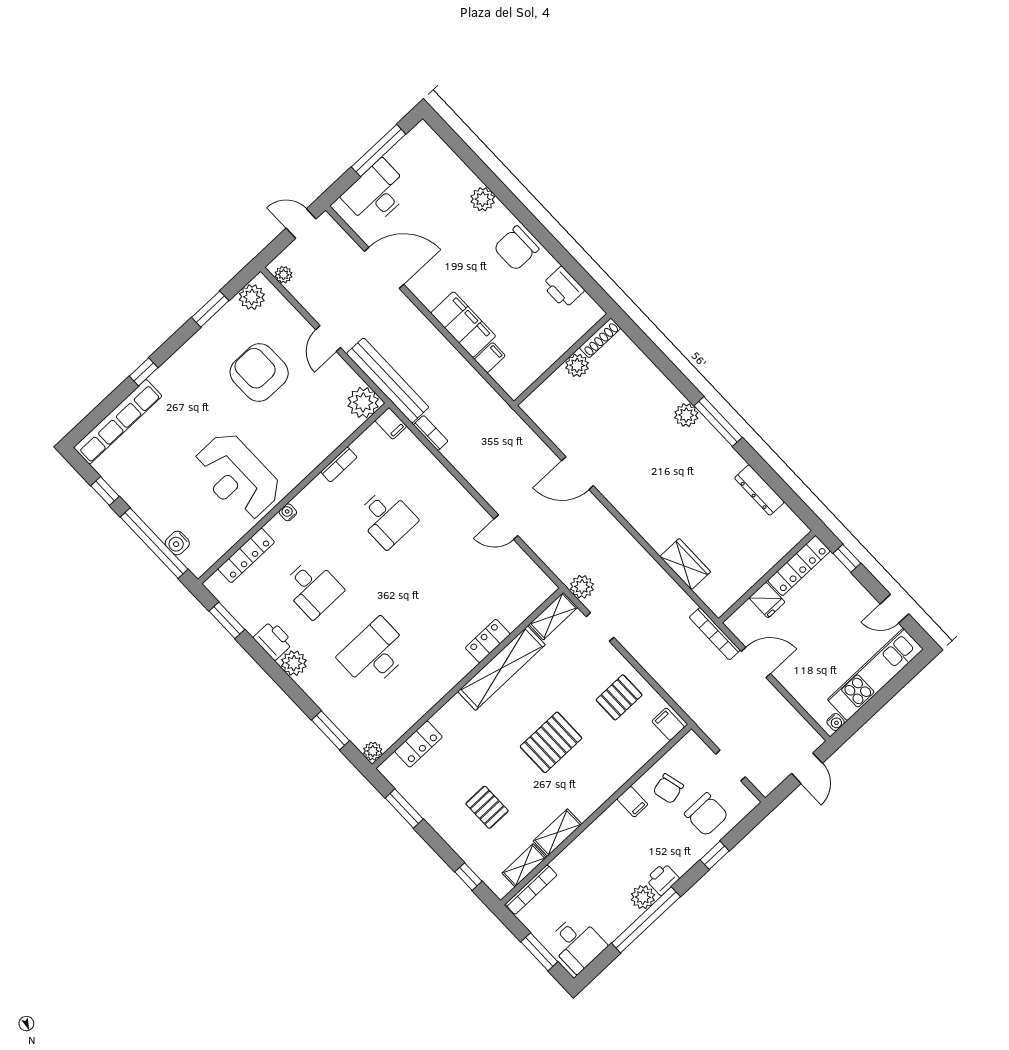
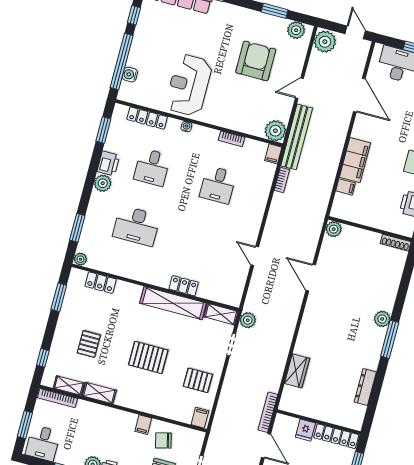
plant: (284, 275) -> (325, 42), width x1.87, depth x1.87
plant: (577, 365) -> (334, 229), moved
desk: (374, 654) -> (136, 226), turned 180

